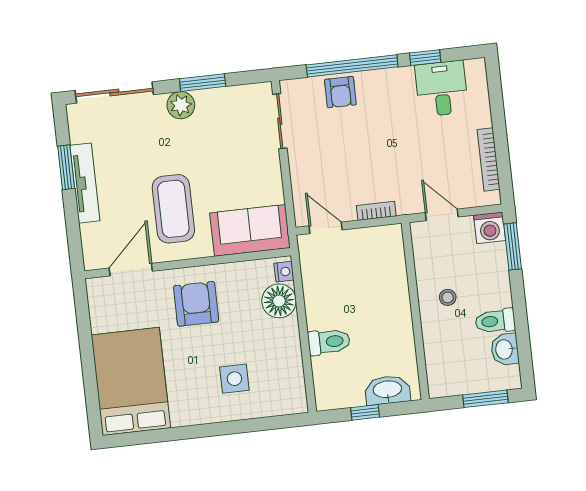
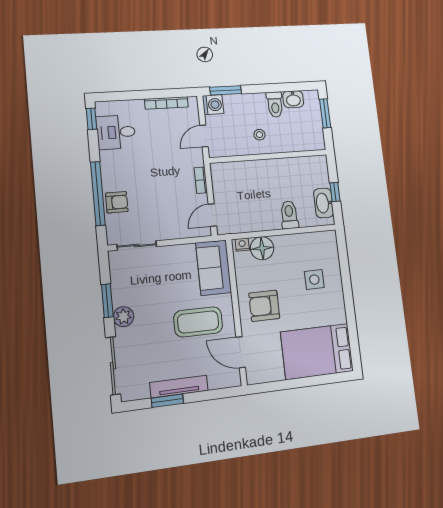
window: (425, 58) -> (91, 119), moved
washbasin: (387, 390) -> (324, 203), moved

